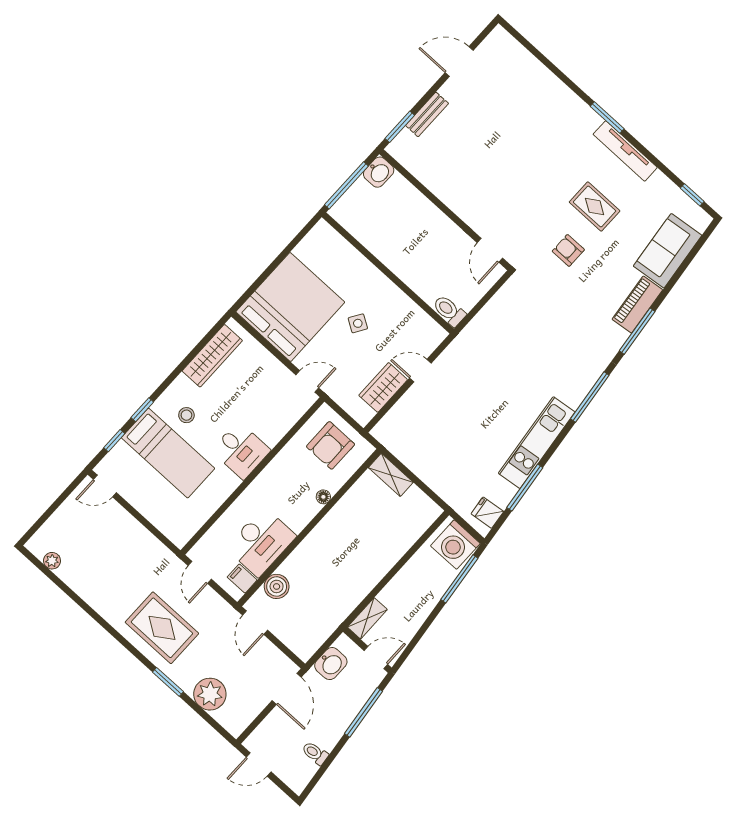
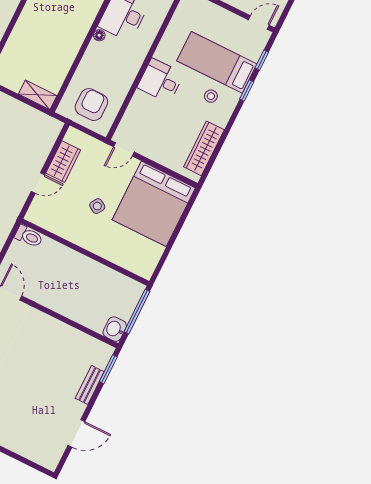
floor lamp: (323, 497) -> (99, 35), moved

